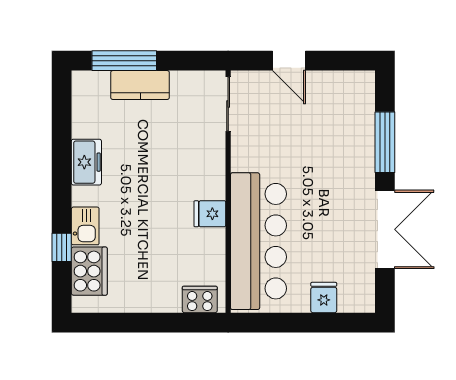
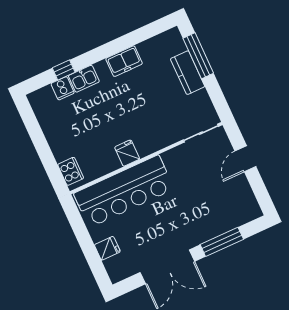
cooker: (89, 271) -> (63, 88), width x0.53, depth x0.76

